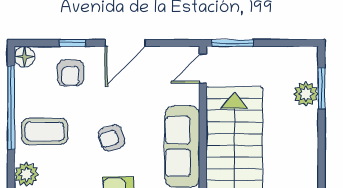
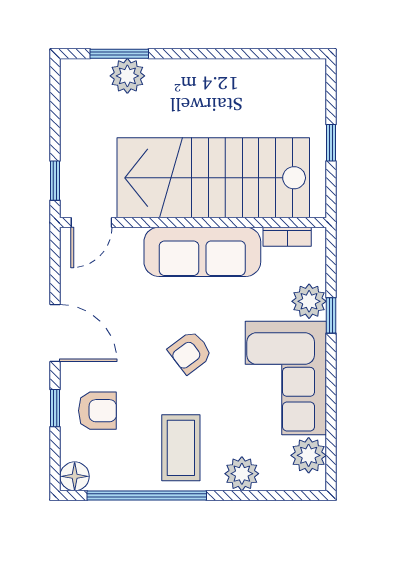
window: (232, 43) -> (55, 181), width x0.67
door: (203, 69) -> (91, 222), hinge flipped
armchair: (112, 138) -> (190, 352), turned 71

